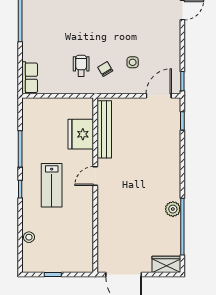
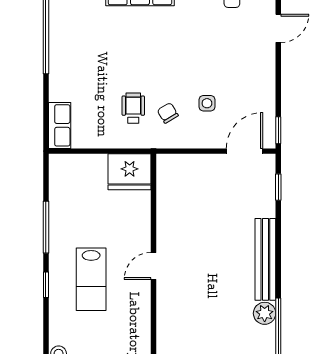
bench: (104, 129) -> (265, 259), moved
fridge: (81, 134) -> (130, 172), moved, turned -90

